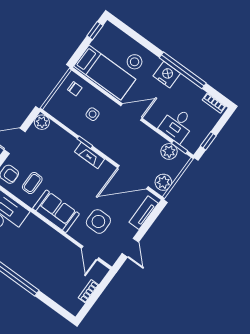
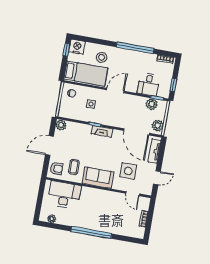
nightstand: (167, 75) -> (77, 47), moved
door: (133, 177) -> (136, 132), hinge flipped
door: (130, 248) -> (157, 178), hinge flipped

